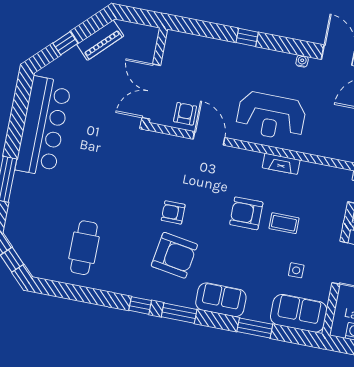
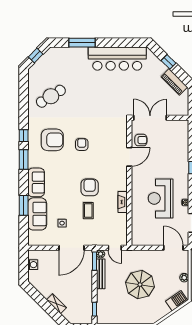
reception desk: (271, 116) -> (161, 198), moved
cafe table: (84, 248) -> (51, 96), turned -32
armchair: (174, 255) -> (52, 140), moved, turned -99
sofa: (299, 313) -> (37, 214), moved

